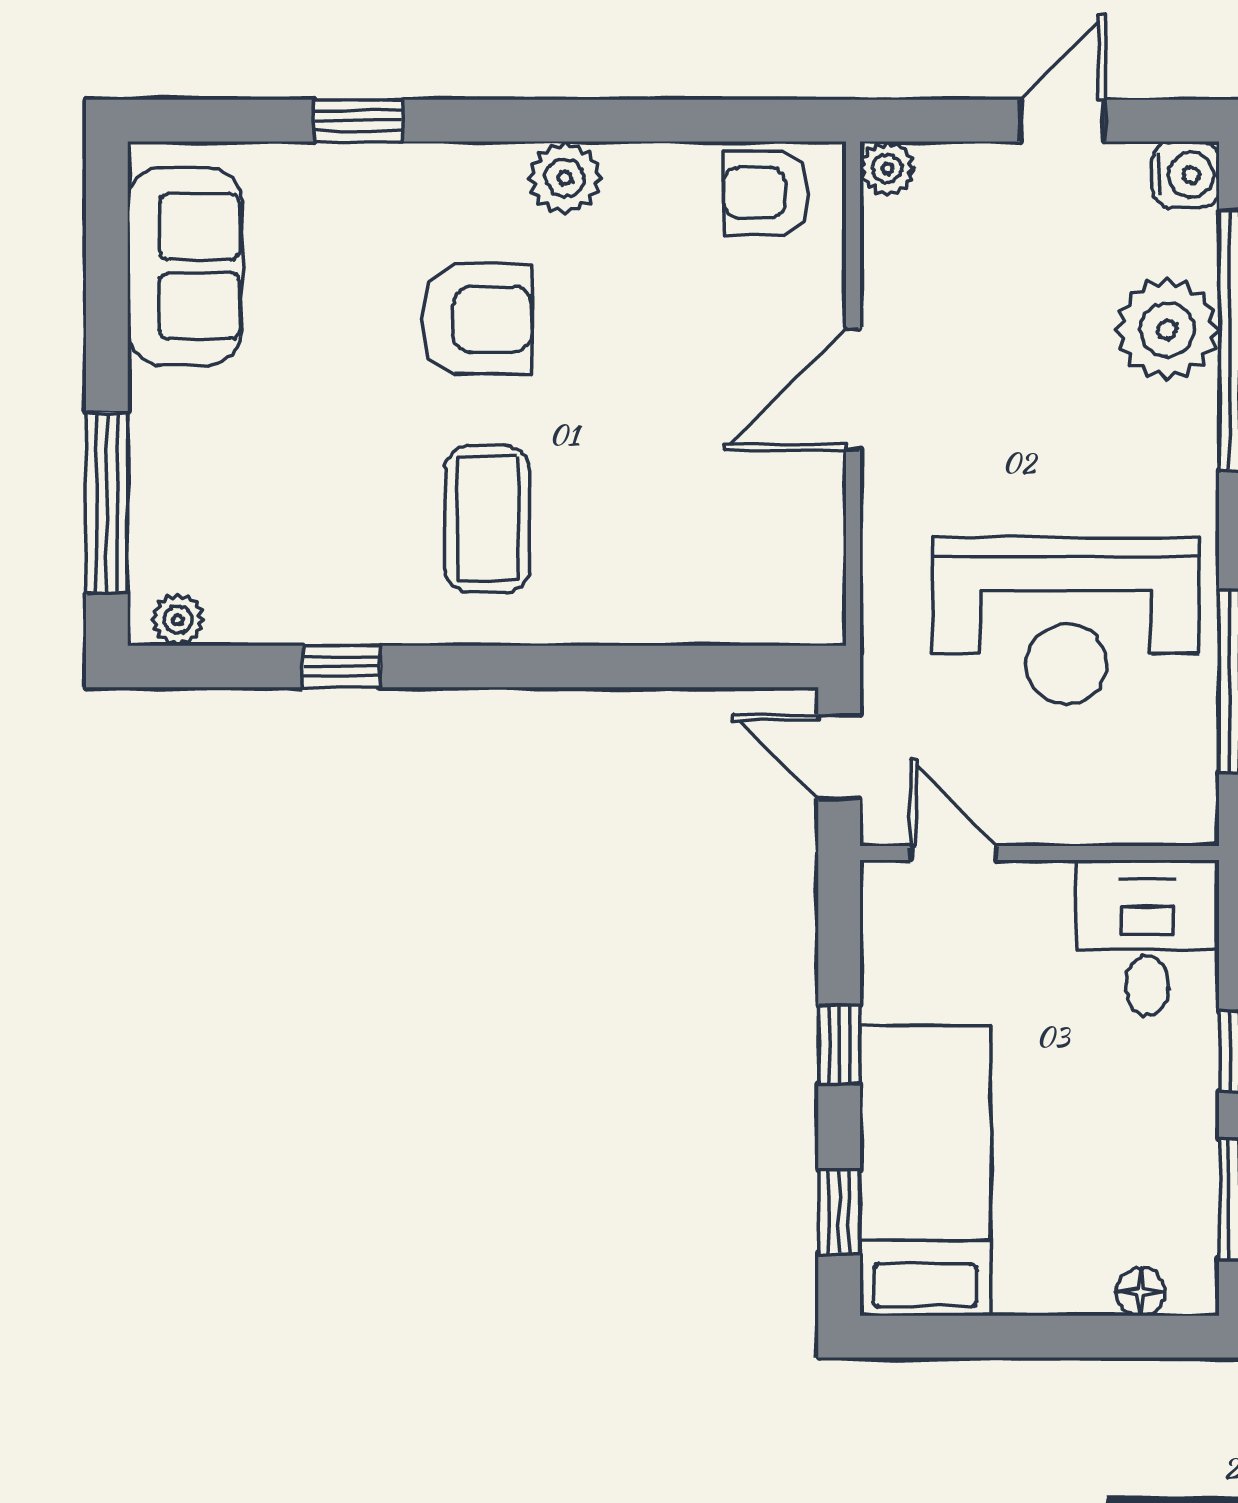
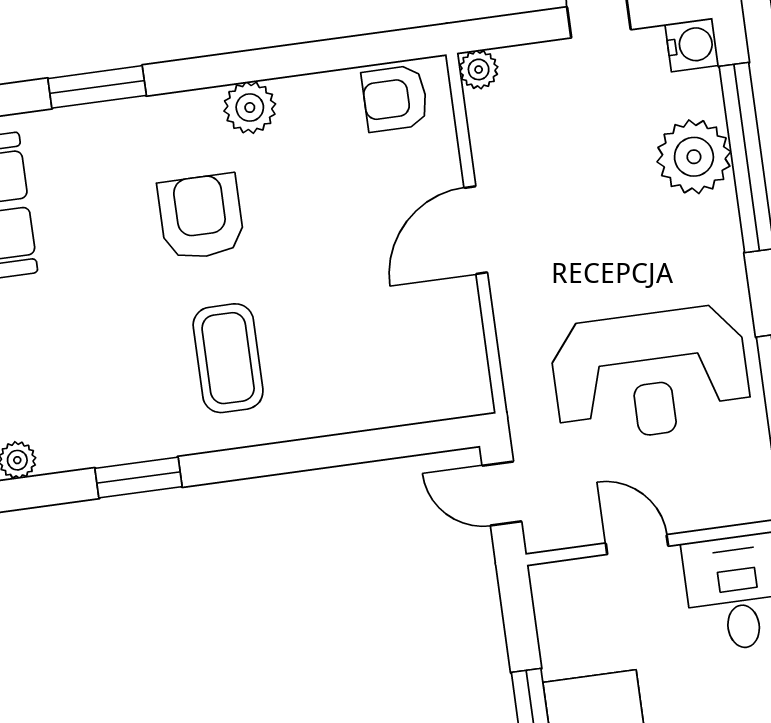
window: (358, 121) -> (97, 87), width x1.50
armchair: (477, 319) -> (201, 217), turned -90
window: (341, 666) -> (138, 477), width x1.50
door: (954, 853) -> (637, 545), moved

